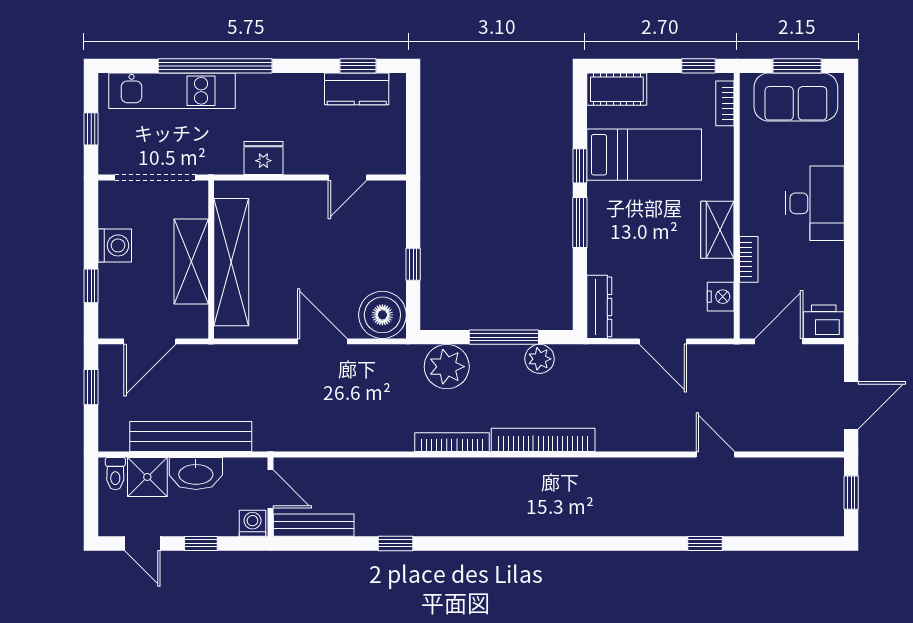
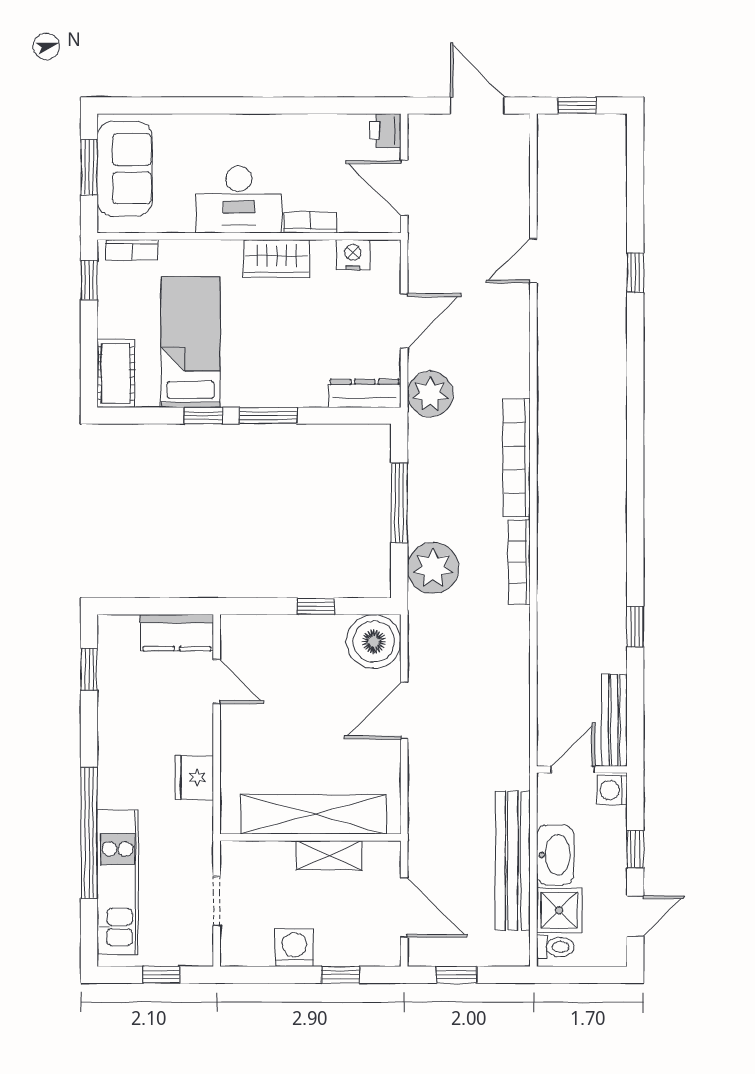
kitchen counter: (357, 89) -> (177, 633), moved, turned 90
doorway: (155, 178) -> (217, 901), width x0.53
desk: (815, 203) -> (239, 200), moved, turned 180
shelving: (191, 262) -> (329, 855), width x0.67, depth x0.75
printer: (824, 322) -> (385, 131), width x0.73, depth x0.81
plant: (540, 359) -> (430, 394), moved, width x1.36, depth x1.36

